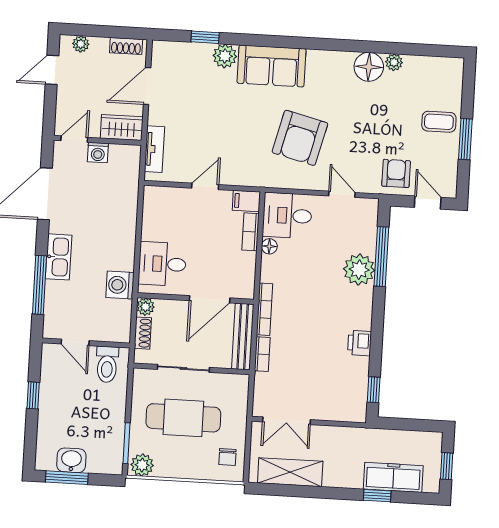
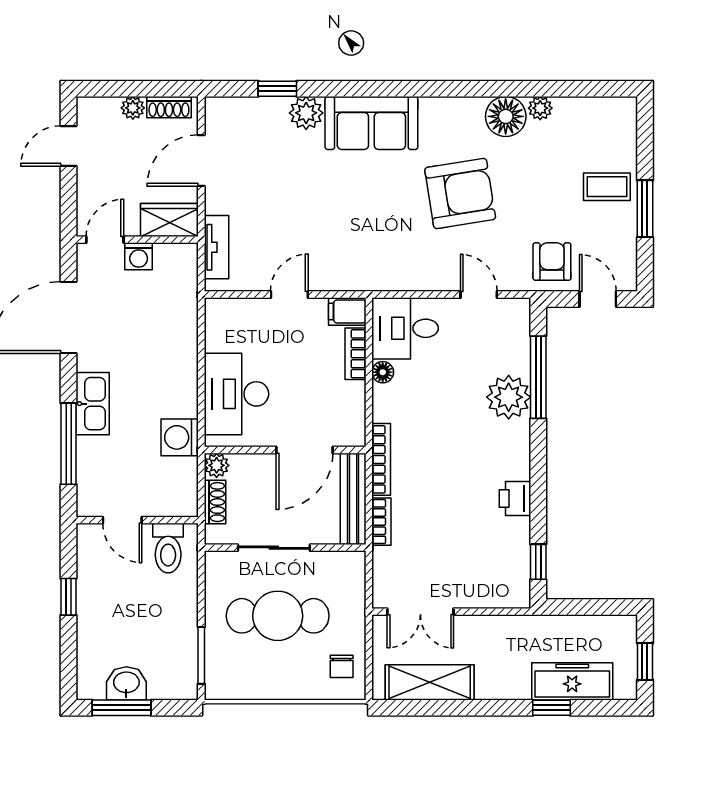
plant: (81, 44) -> (133, 108), moved
armchair: (300, 138) -> (460, 194), moved, turned -113
desk: (162, 264) -> (236, 394), width x1.37
plant: (142, 465) -> (225, 684), removed

